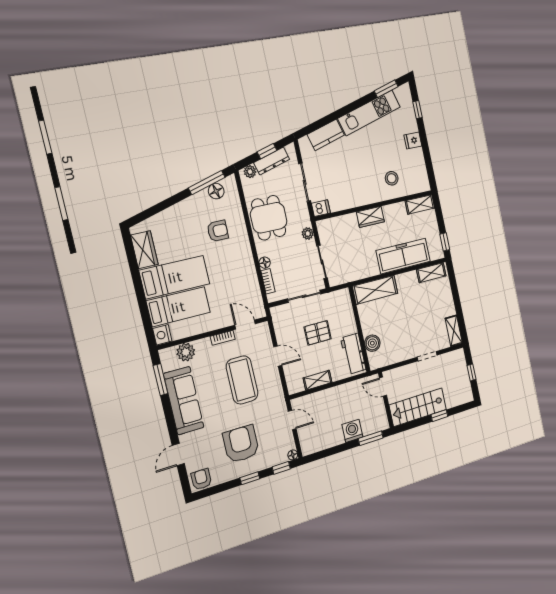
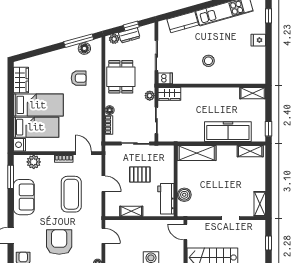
dresser: (272, 161) -> (129, 35), width x0.70
stool: (392, 178) -> (208, 61), moved
wardrobe: (370, 217) -> (169, 94), moved
sofa: (184, 401) -> (24, 197), width x0.73

